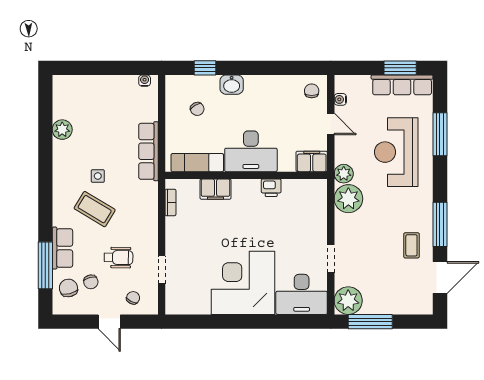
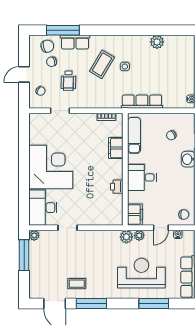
desk: (251, 151) -> (142, 177), width x0.73
plant: (348, 199) -> (139, 235), moved, width x0.53, depth x0.53
plant: (348, 301) -> (34, 235), width x0.53, depth x0.53

